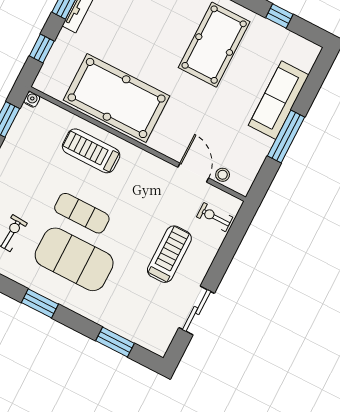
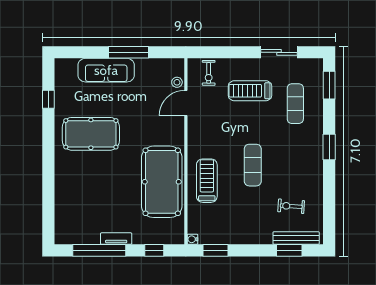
treadmill: (91, 151) -> (207, 181), turned 180
exercise mat: (74, 259) -> (295, 104), moved, width x0.50, depth x0.69
window: (40, 303) -> (329, 147), moved
window: (115, 342) -> (329, 85), moved

